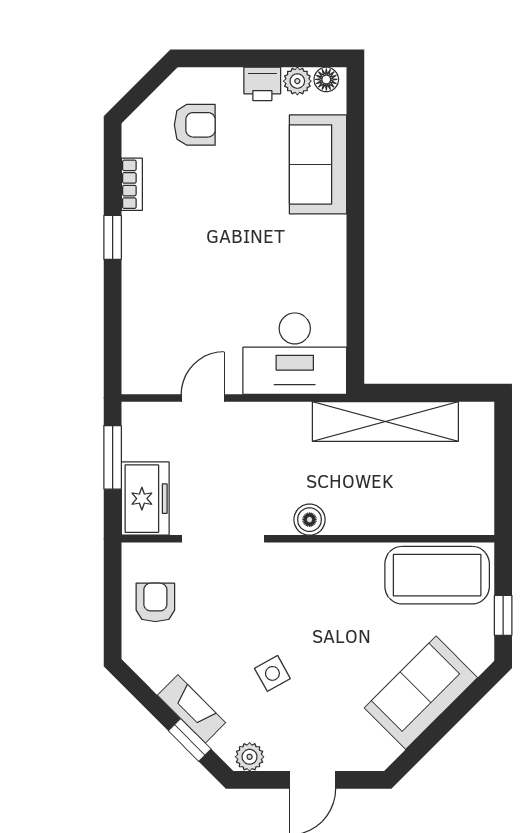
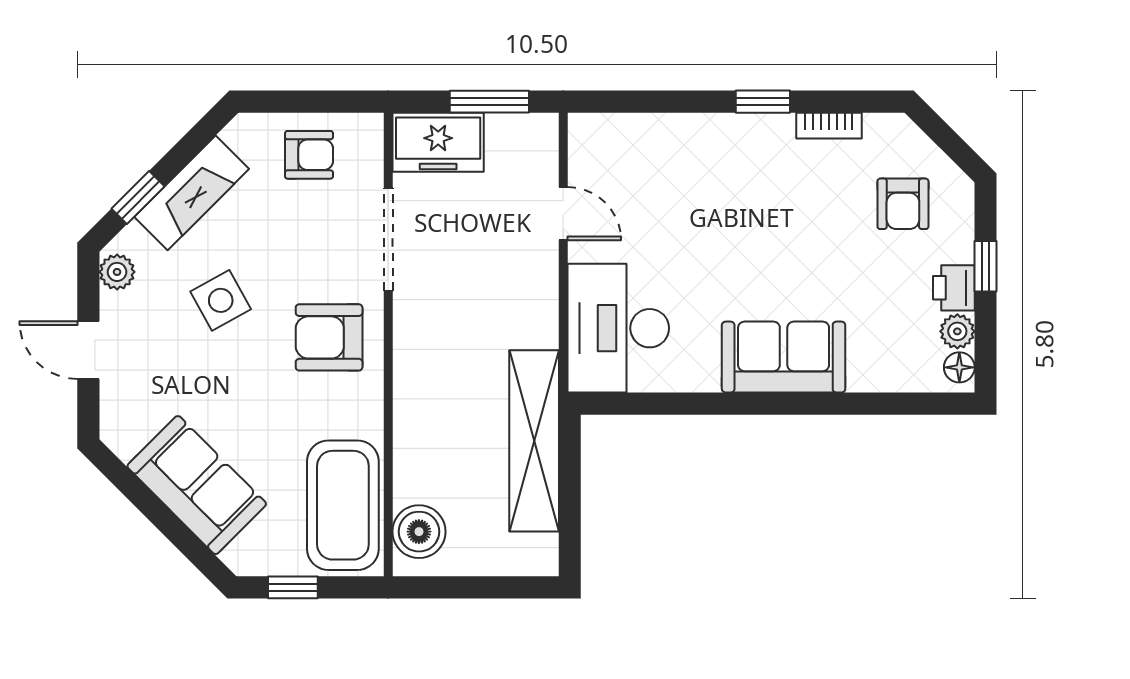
window: (245, 58) -> (985, 266), added
sofa: (318, 164) -> (784, 357), moved
boiler: (310, 520) -> (419, 532), moved, width x1.36, depth x1.36
armchair: (302, 586) -> (329, 337), added
side table: (272, 673) -> (221, 300), width x1.37, depth x1.37
fireplace: (192, 709) -> (192, 193), width x1.37, depth x1.32

